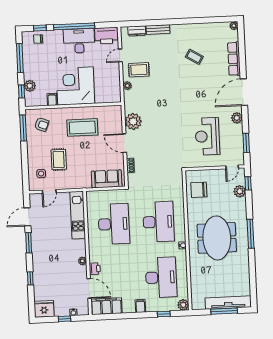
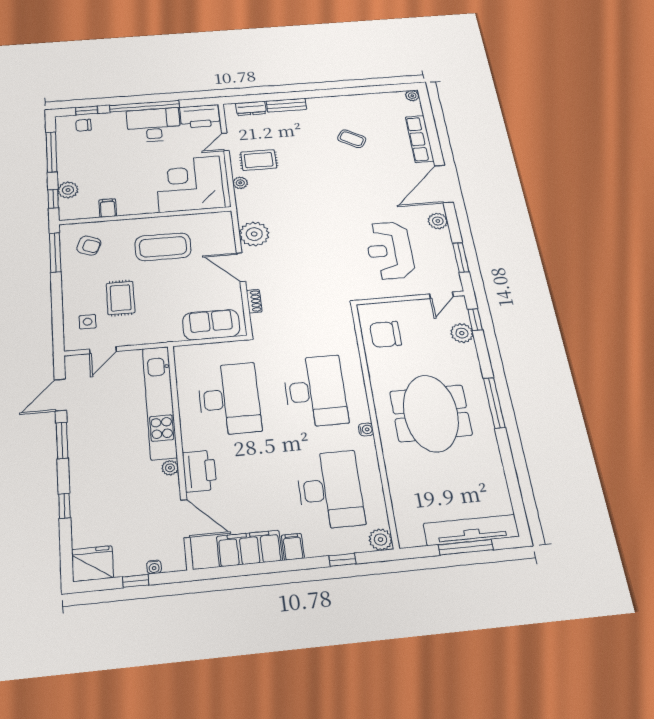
corner desk: (75, 86) -> (190, 184), moved
kitchen unit: (78, 215) -> (160, 402), width x1.36
printer: (95, 269) -> (200, 471), width x1.87, depth x1.48
filing cabinet: (106, 306) -> (249, 548), moved

